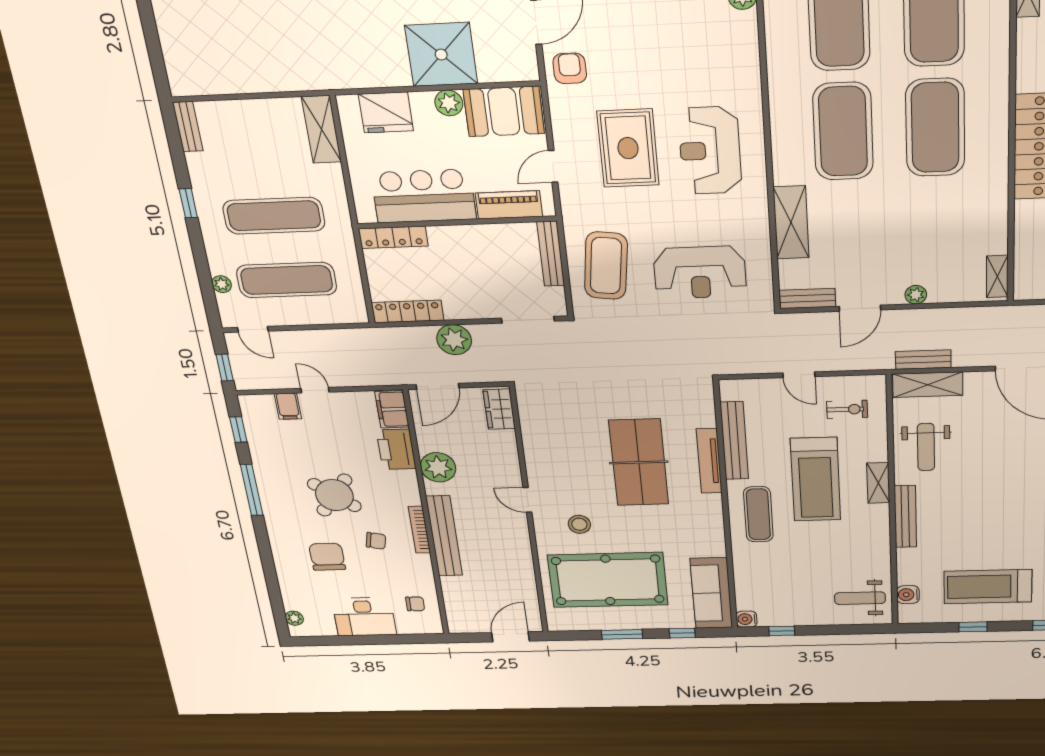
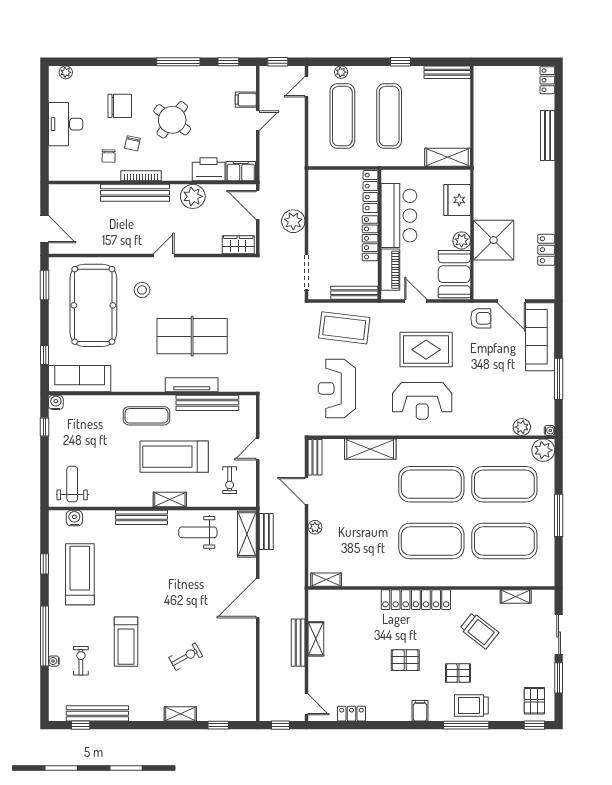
bench: (188, 127) -> (447, 72), width x1.36
reception desk: (710, 151) -> (422, 401), turned 180
locker: (408, 311) -> (370, 238), moved, turned 180
chair: (415, 604) -> (109, 156), moved
window: (622, 634) -> (44, 285), moved

